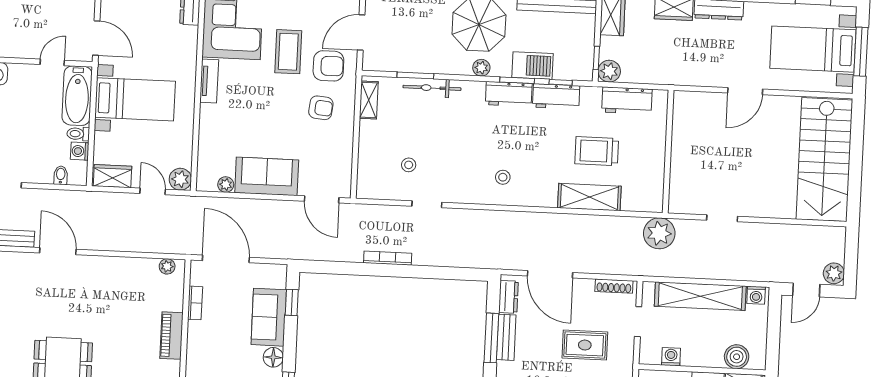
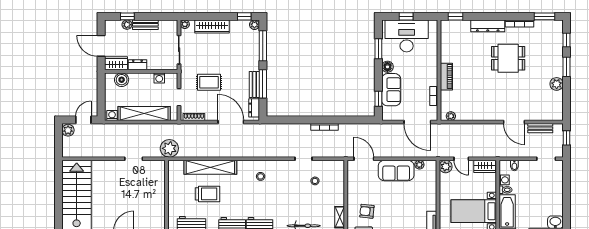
shelving: (589, 197) -> (210, 167), width x1.47

